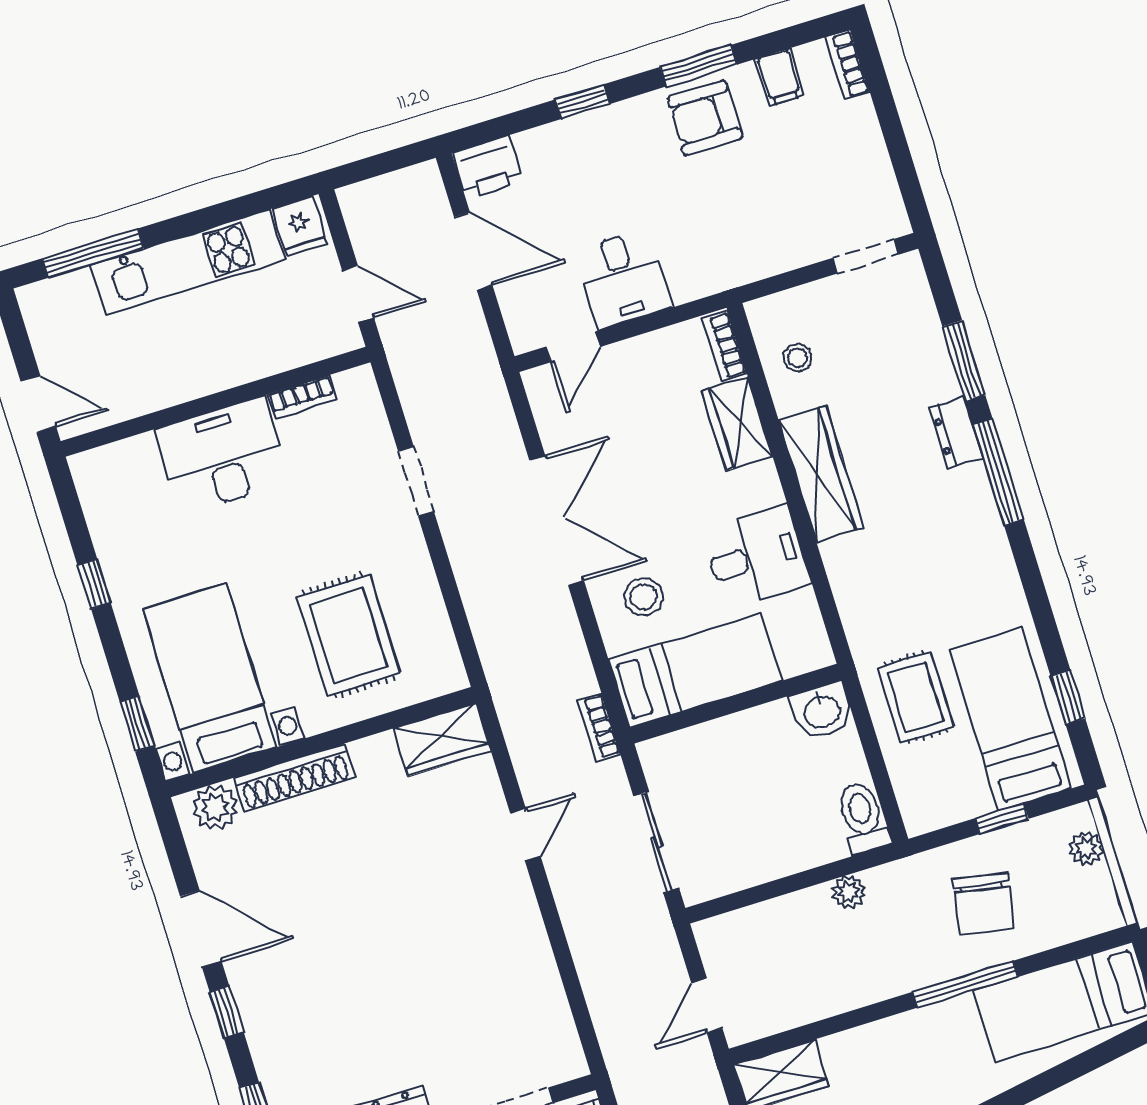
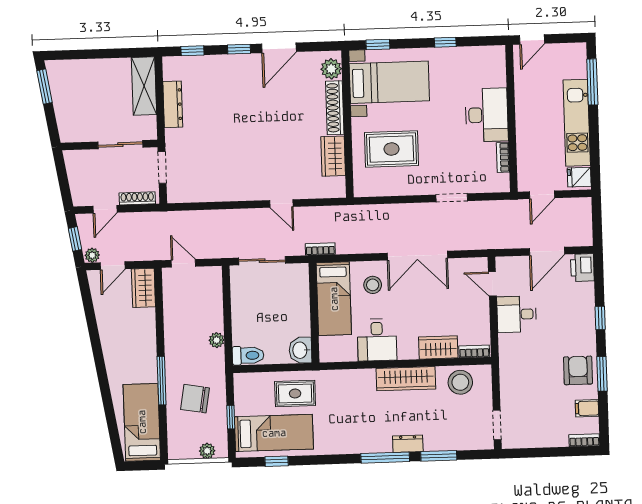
stool: (797, 358) -> (460, 382), width x1.89, depth x1.89
wardrobe: (442, 740) -> (333, 156), moved

